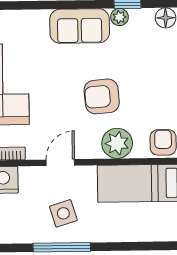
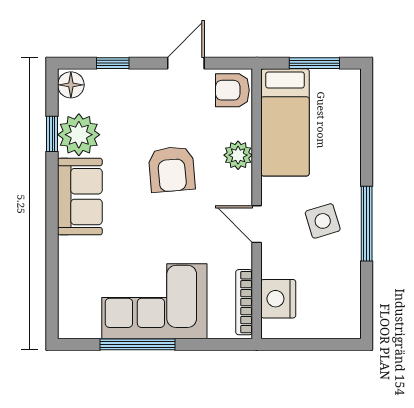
plant: (119, 17) -> (79, 135), width x1.88, depth x1.88
plant: (117, 143) -> (238, 155), width x0.73, depth x0.73

